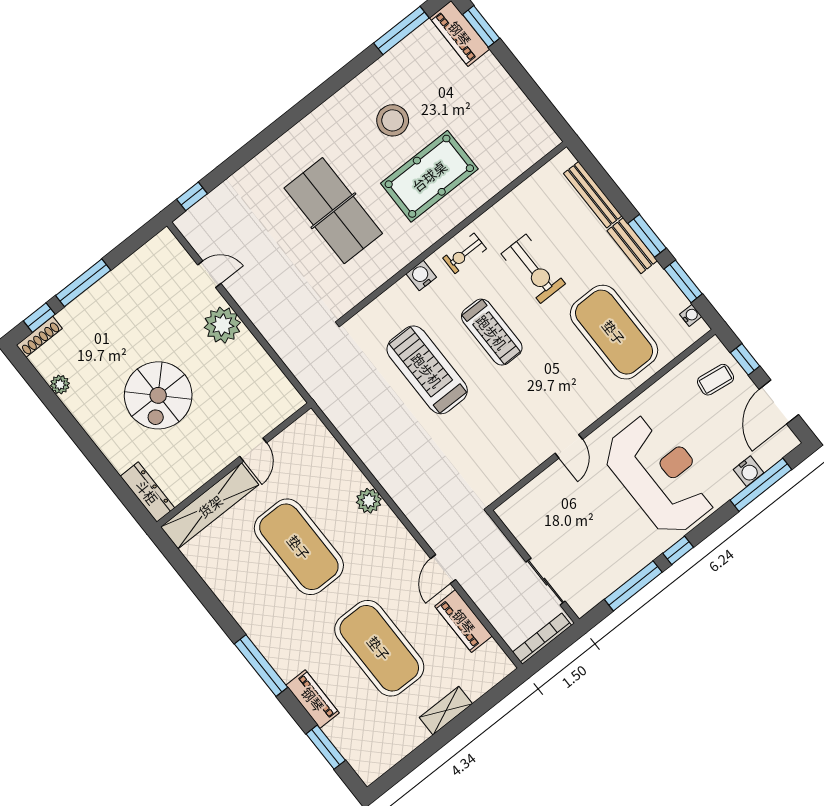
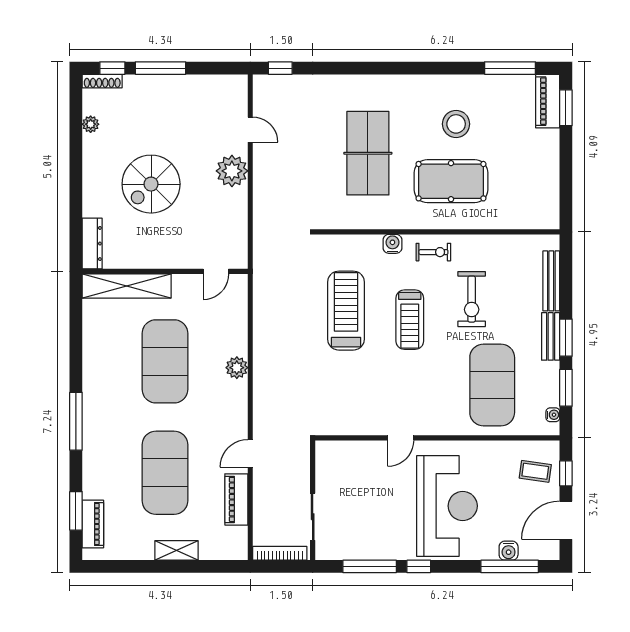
exercise bike: (465, 253) -> (433, 252), turned 180
door: (253, 450) -> (216, 271), moved
piano: (313, 699) -> (93, 524), moved

